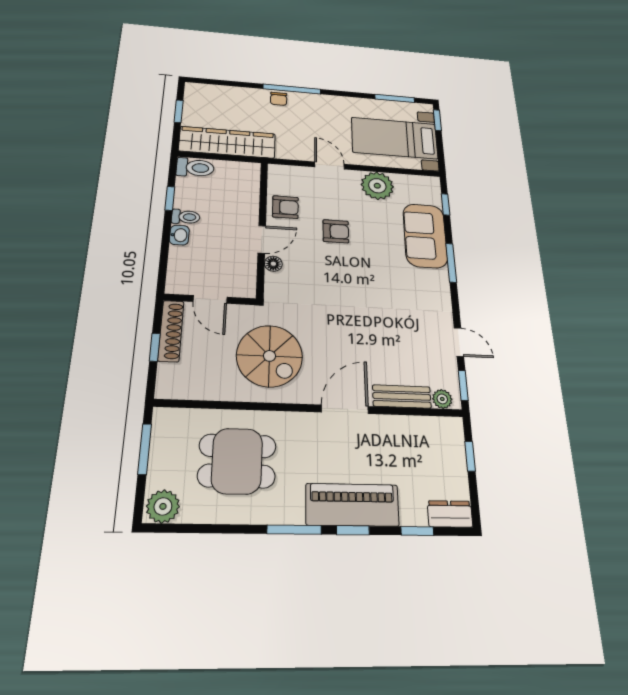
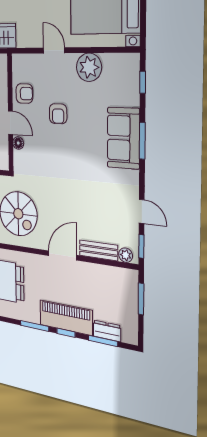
armchair: (336, 231) -> (58, 114), turned 90
sofa: (425, 236) -> (123, 138), moved
door: (262, 239) -> (10, 123), hinge flipped
window: (470, 456) -> (141, 299), width x1.50
dresser: (450, 514) -> (107, 331), moved
window: (417, 531) -> (103, 341), width x1.50

